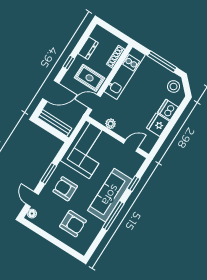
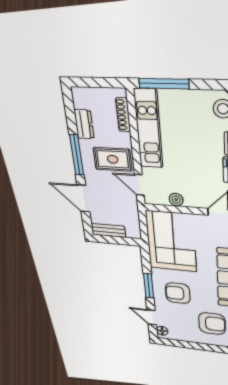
window: (69, 62) -> (77, 155), width x2.17
window: (162, 62) -> (164, 84), moved
door: (51, 91) -> (83, 198), swing flipped
door: (94, 102) -> (139, 185), hinge flipped
bench: (55, 123) -> (108, 230), width x0.73

